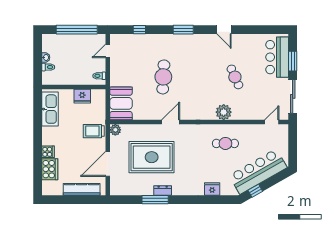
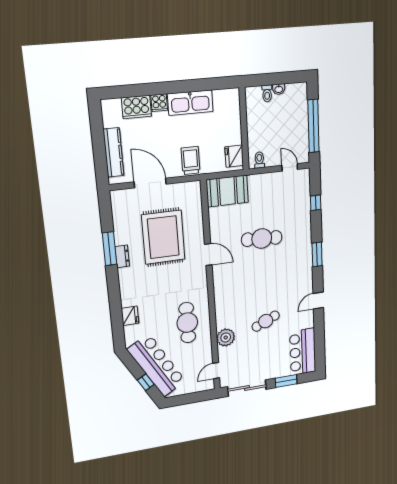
bar counter: (277, 57) -> (303, 352), moved, turned -90
fridge: (82, 96) -> (234, 156), moved
kitchen sink: (50, 109) -> (190, 103), moved
plant: (224, 112) -> (226, 337), moved
door: (272, 122) -> (216, 371), swing flipped
plant: (115, 130) -> (194, 188), removed
cafe table: (225, 143) -> (187, 323), width x1.37, depth x1.35
window: (255, 191) -> (146, 382), moved

